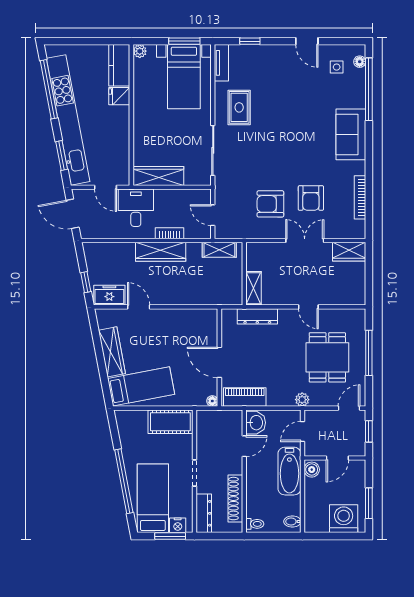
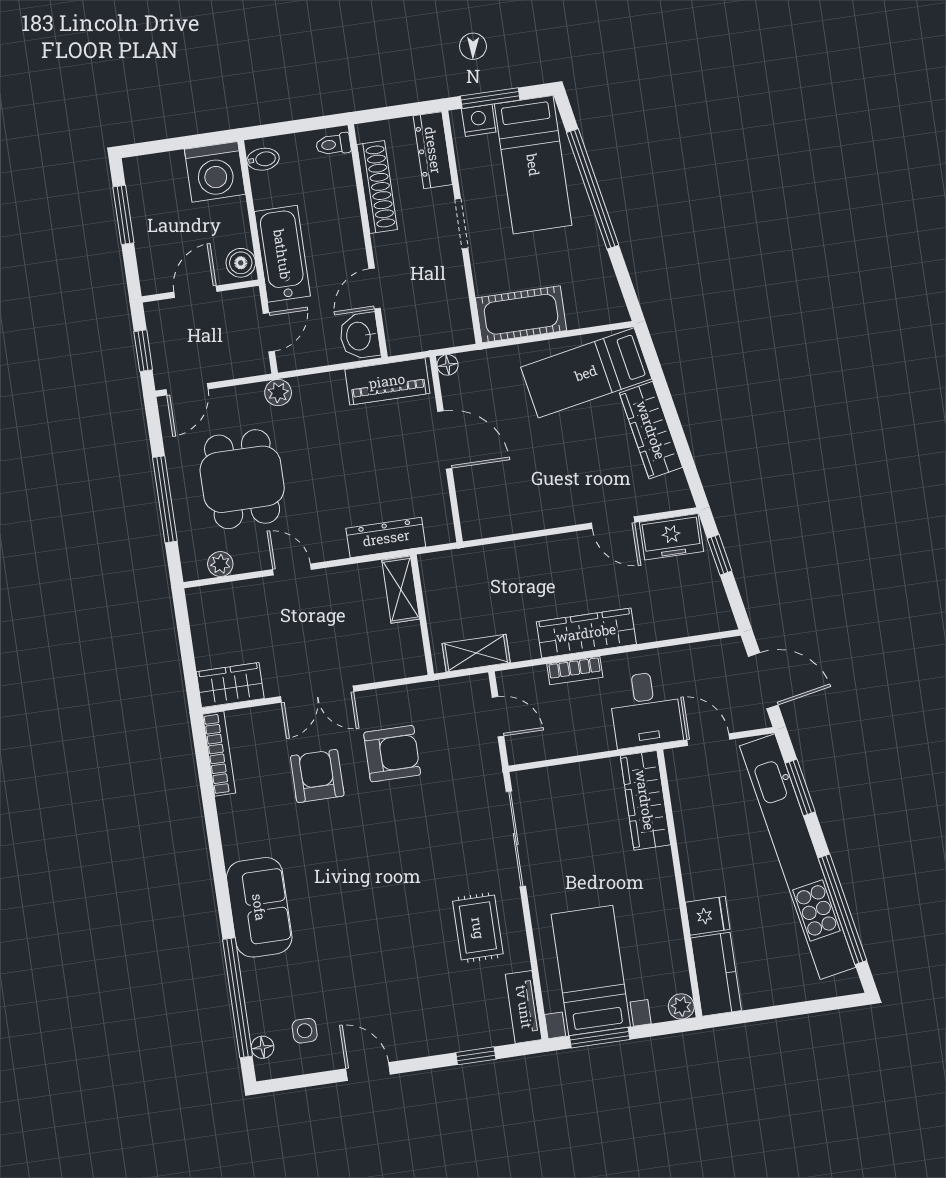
wardrobe: (159, 176) -> (645, 800), moved, turned 90
bookcase: (360, 197) -> (219, 754), moved
plant: (345, 315) -> (220, 564), added
washing machine: (344, 519) -> (215, 172), moved

